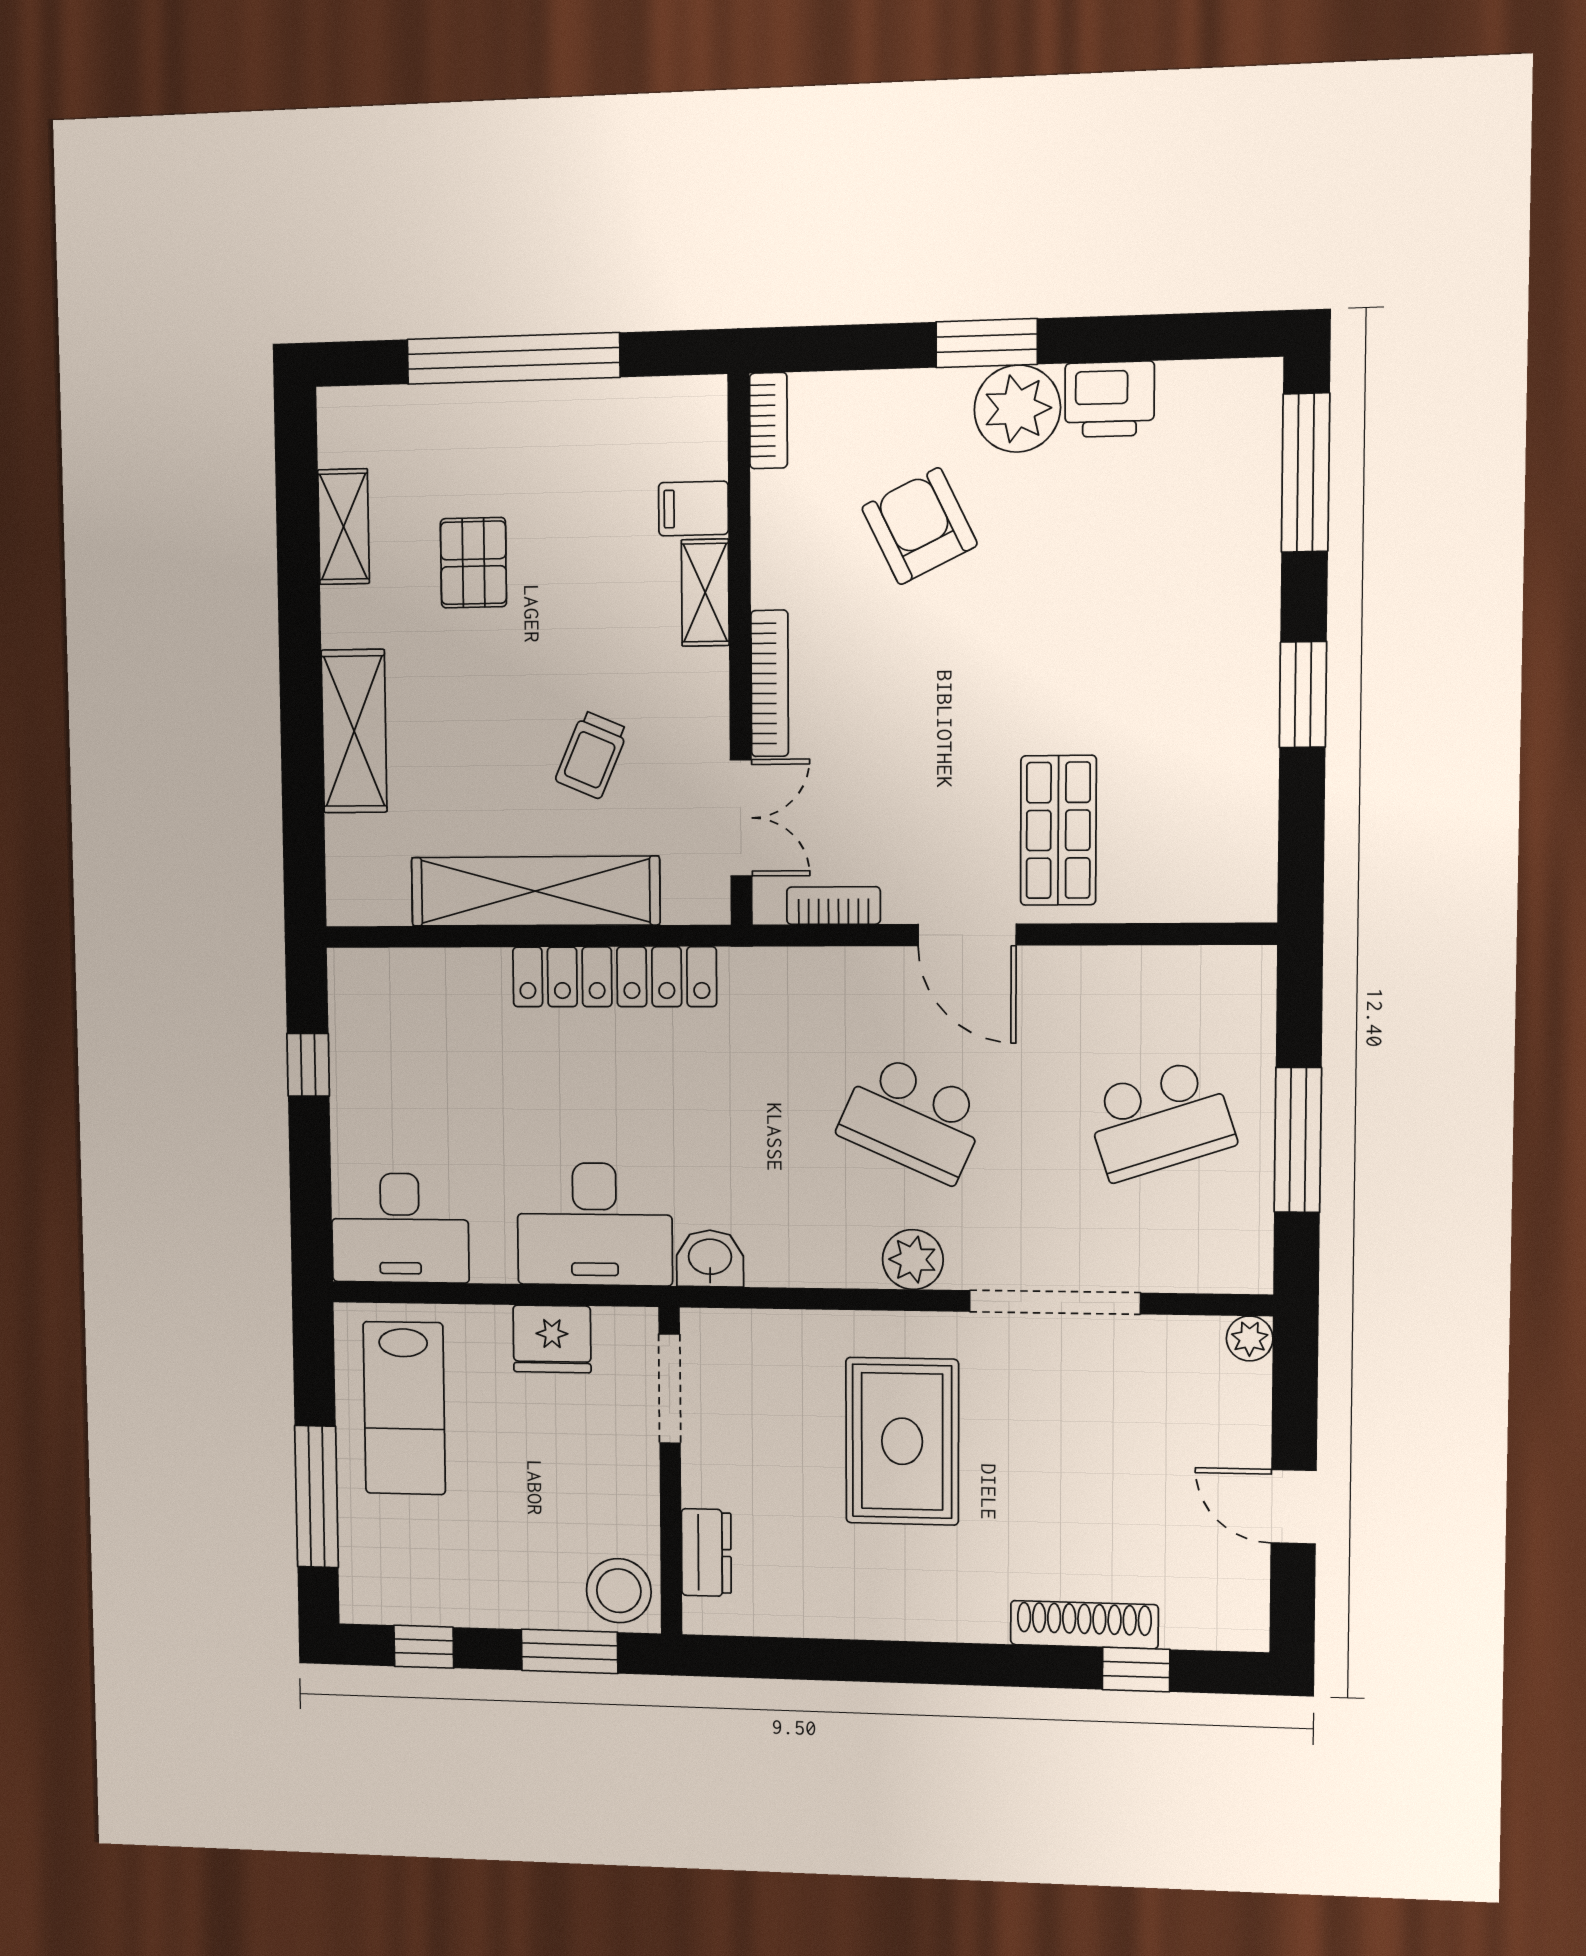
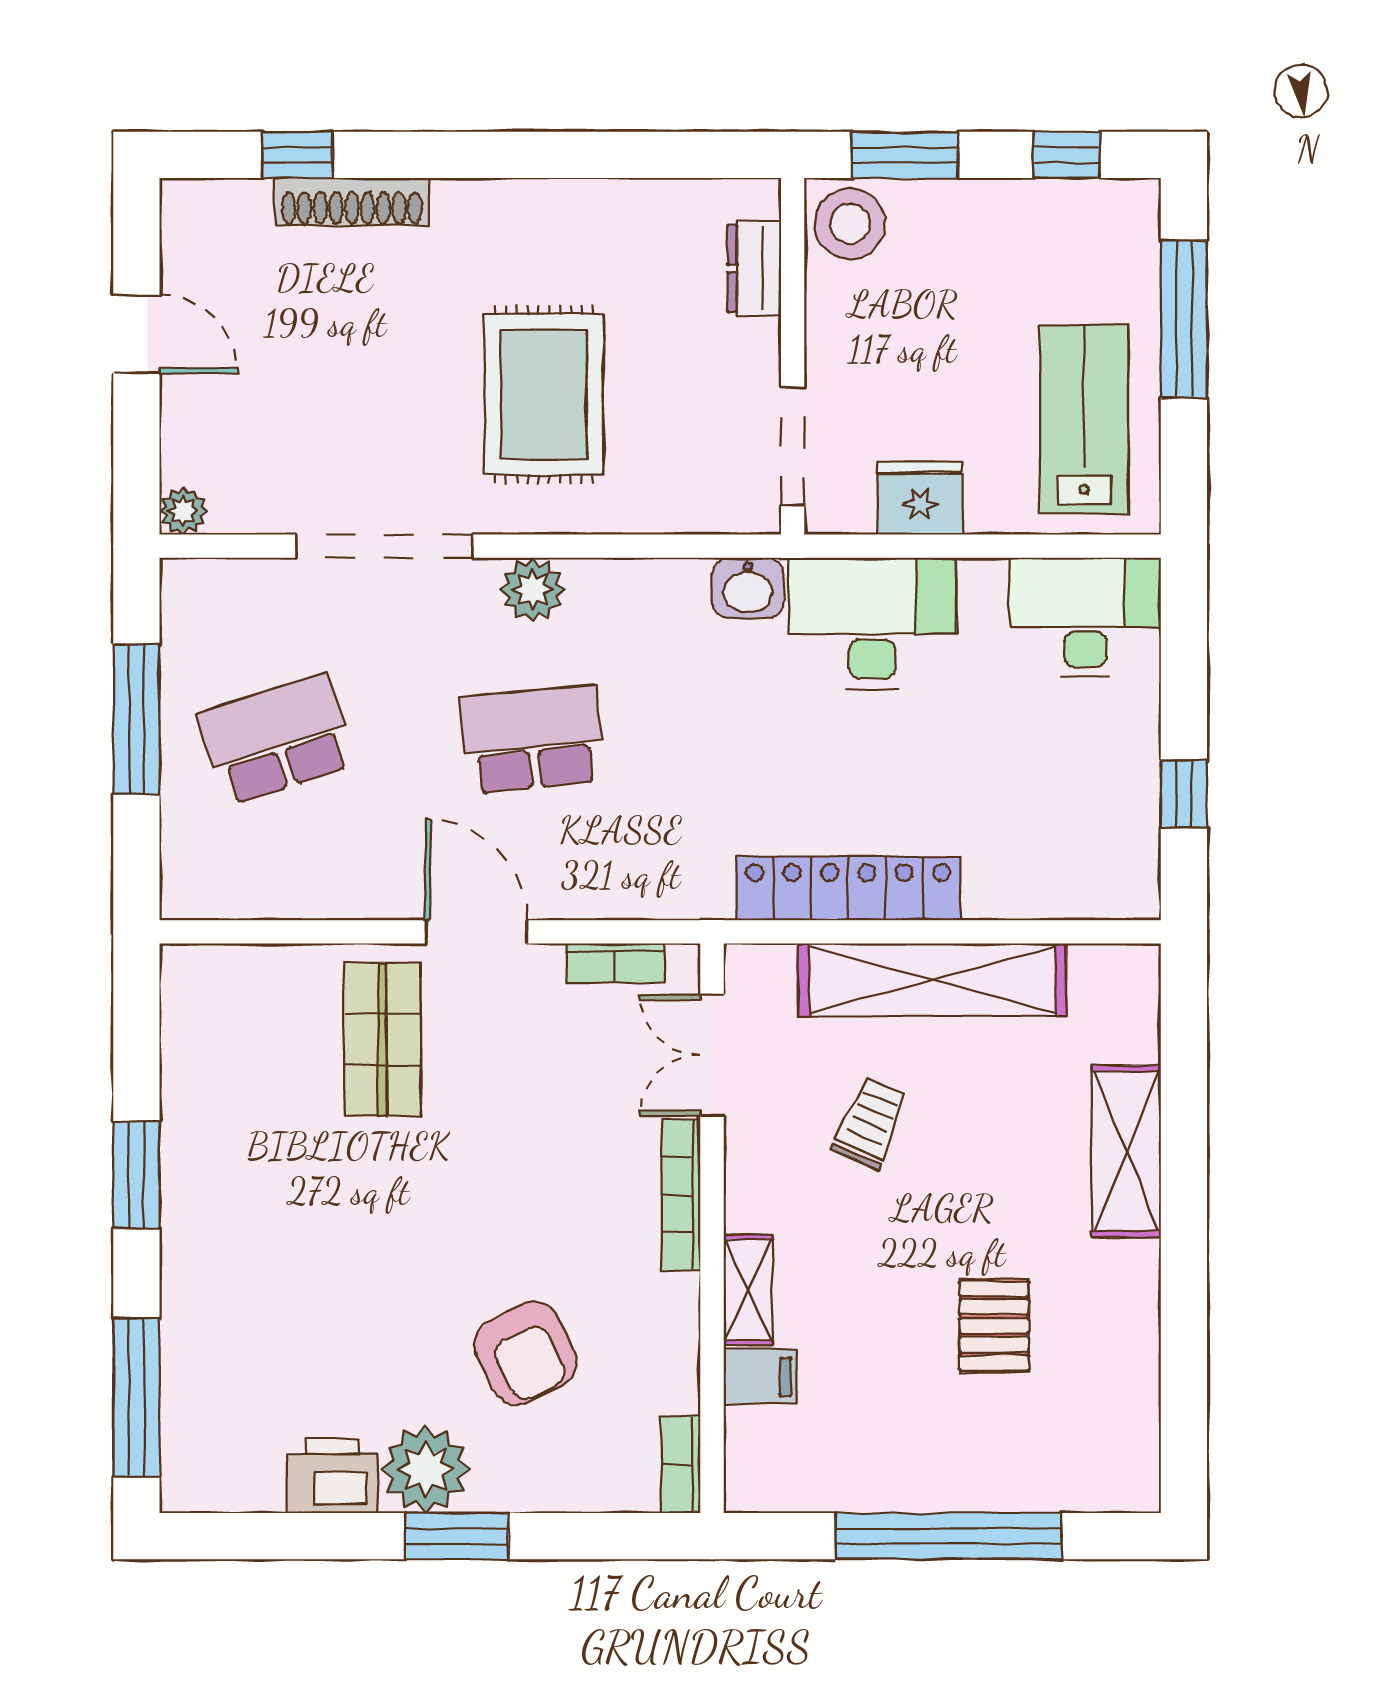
shelving: (344, 527) -> (1134, 1367), removed
school desk: (913, 1119) -> (532, 739), turned -30

